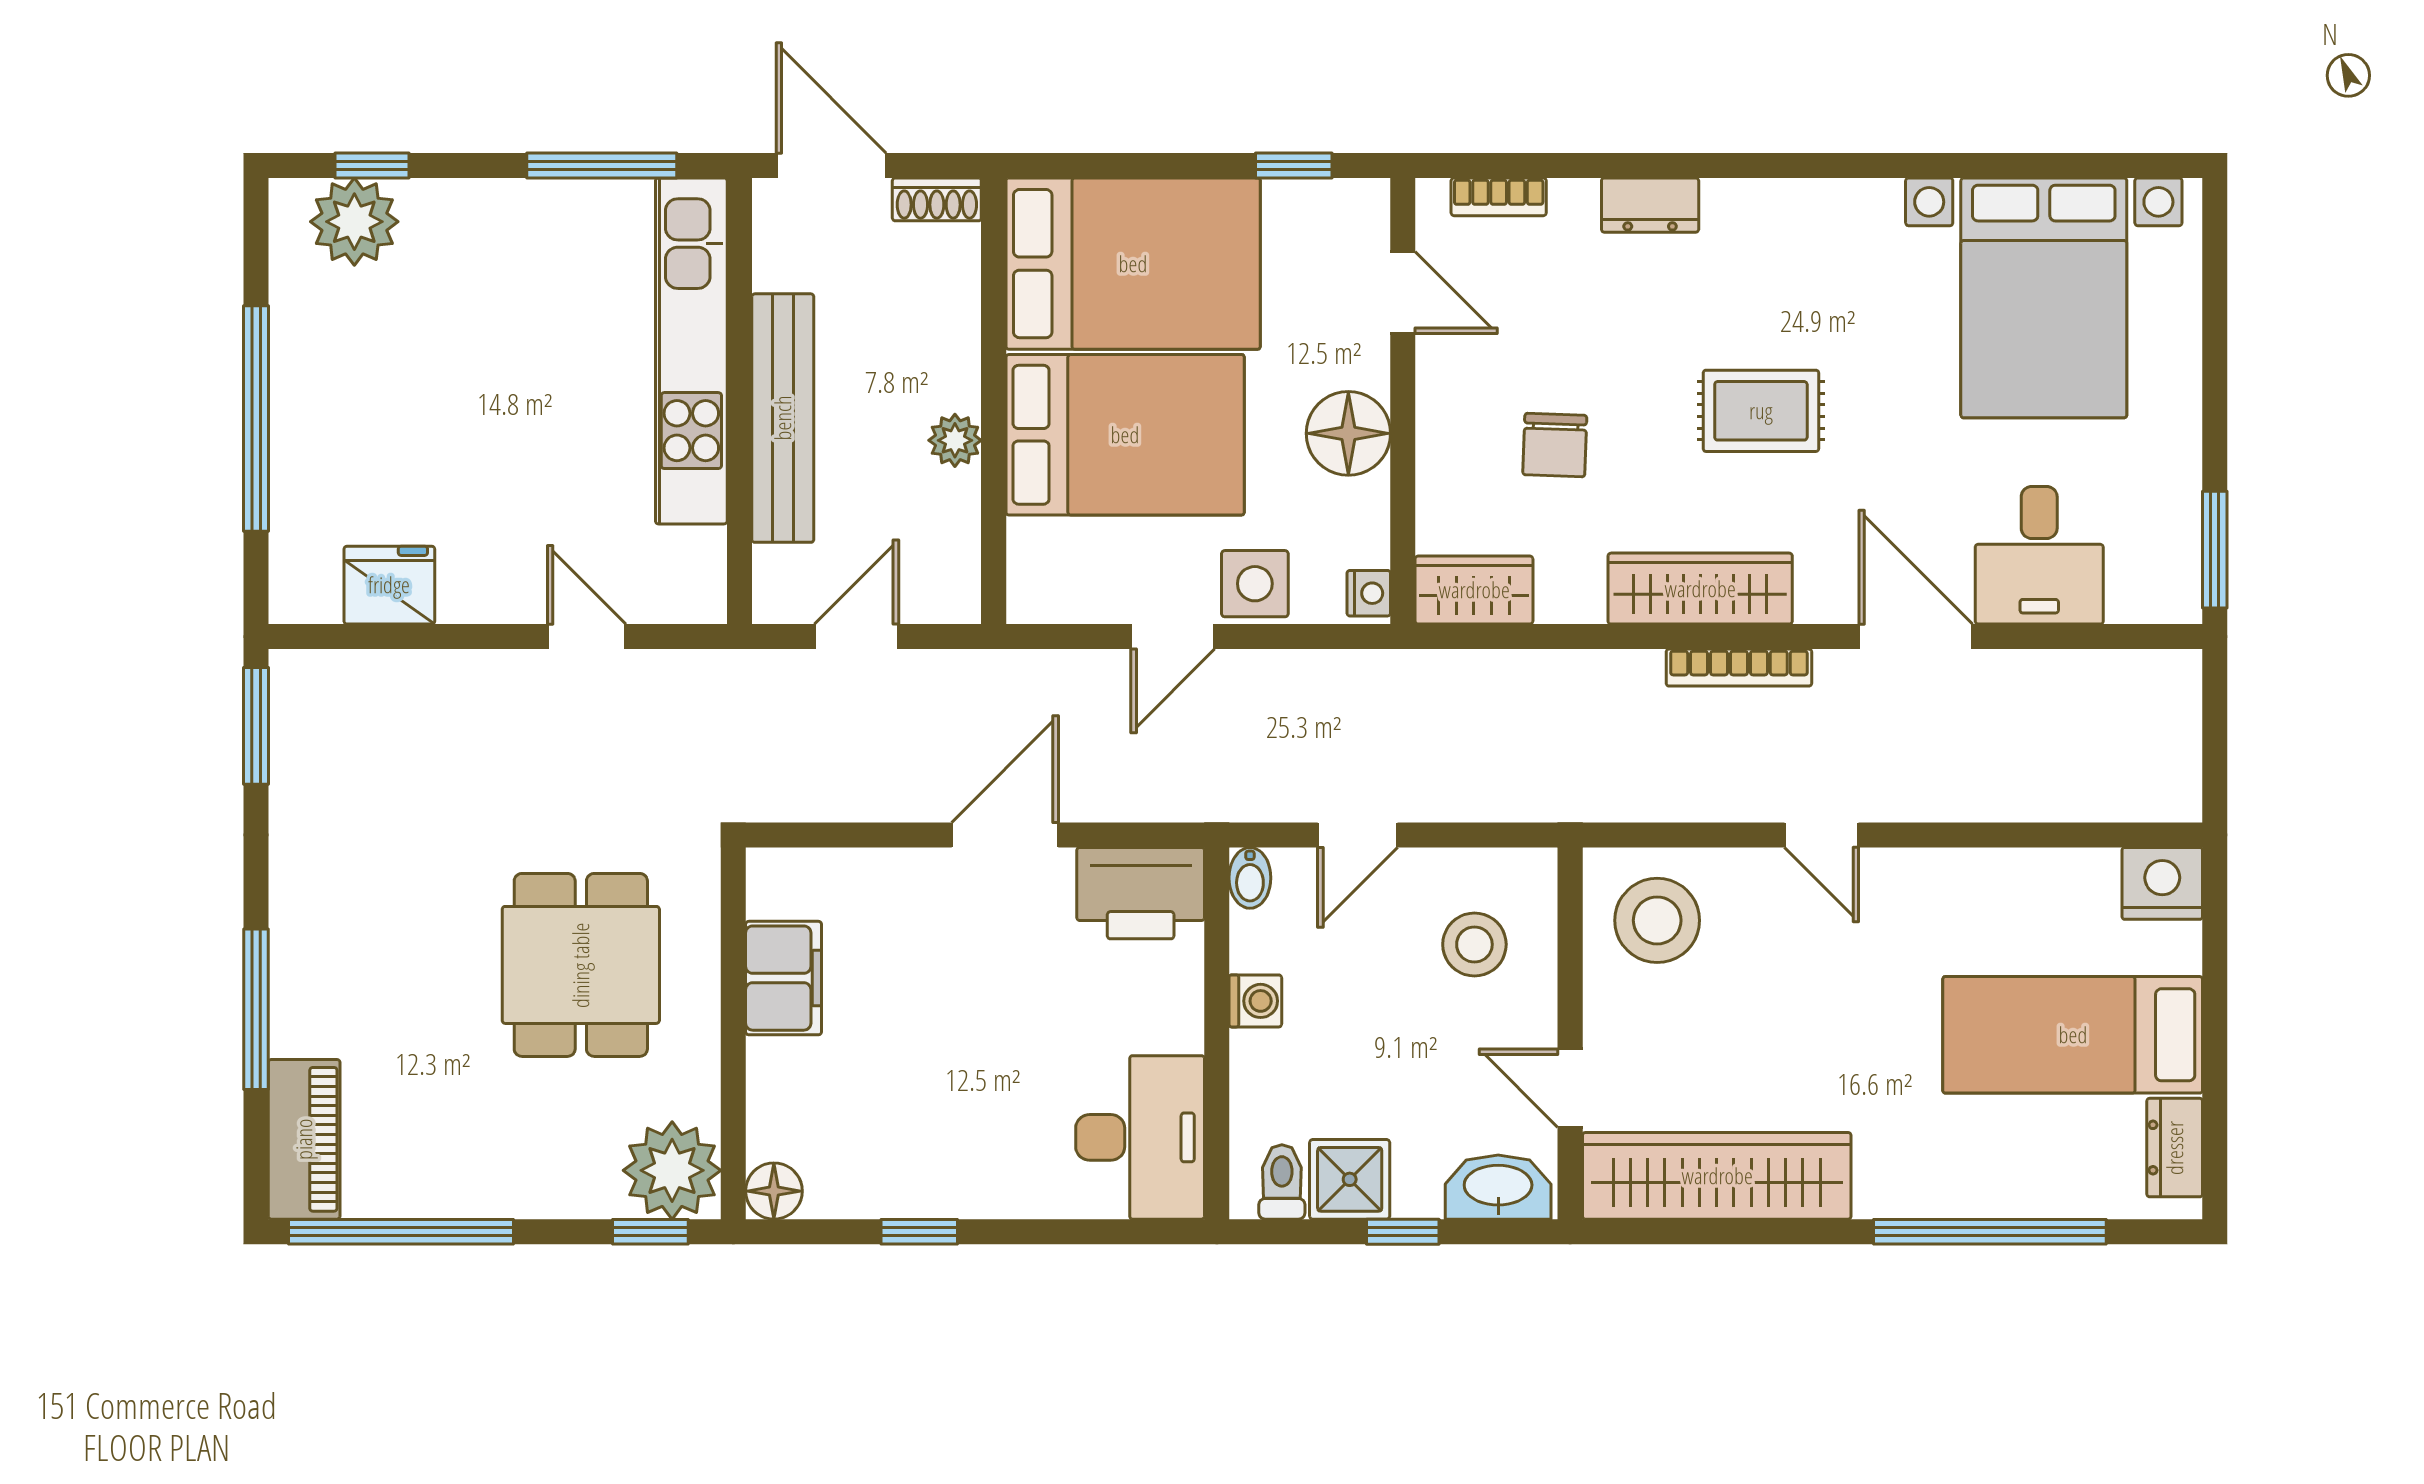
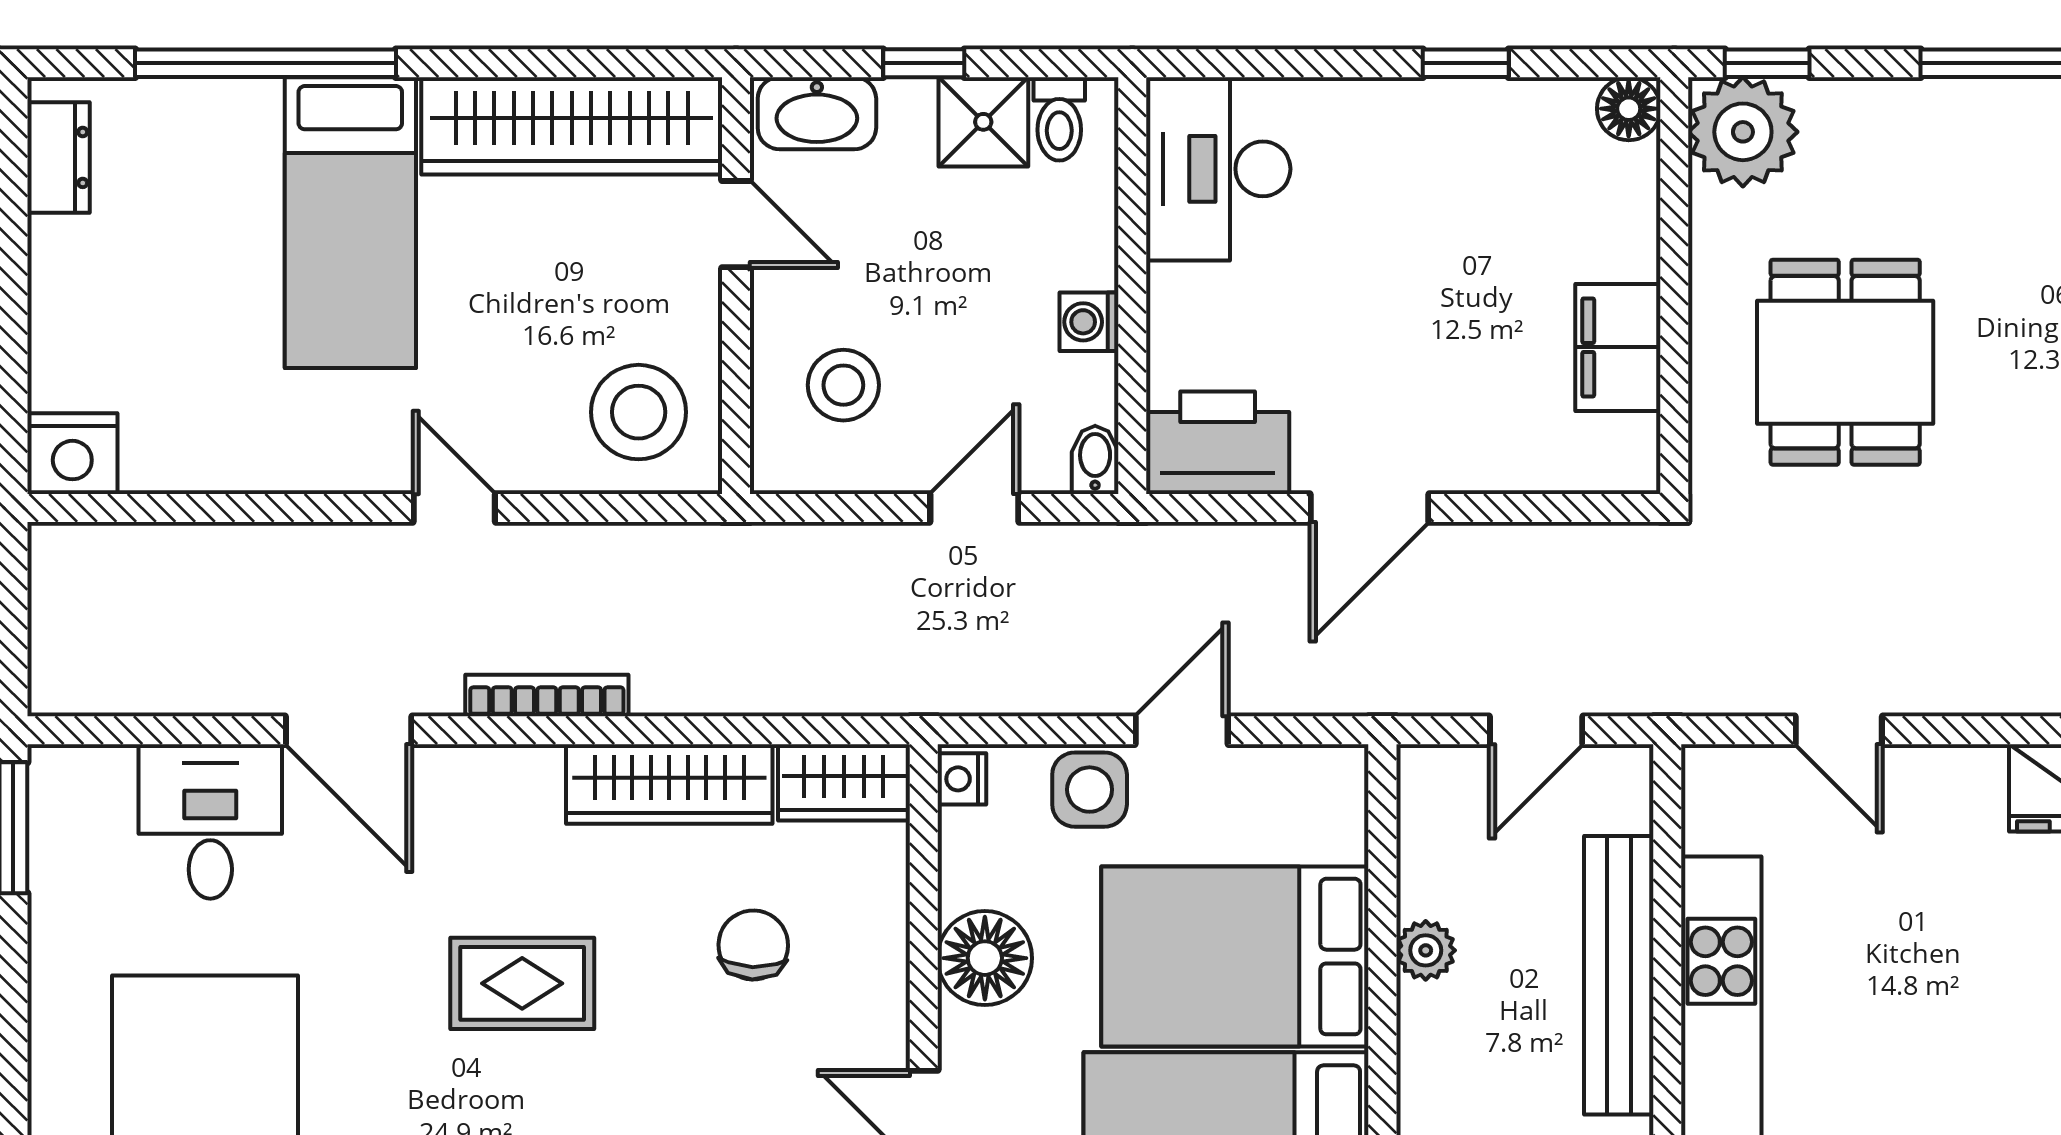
wardrobe: (1700, 589) -> (669, 784), moved
bed: (2073, 1035) -> (350, 223), moved, turned 90

